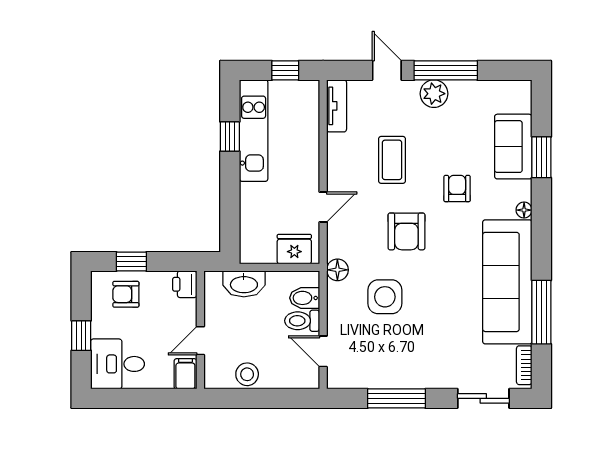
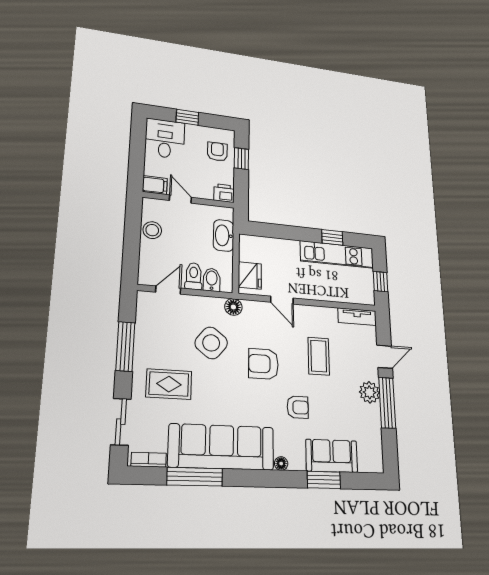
coffee table: (392, 160) -> (319, 356), turned 90
side table: (385, 297) -> (211, 343), turned 38
rug: (438, 346) -> (169, 384), added

